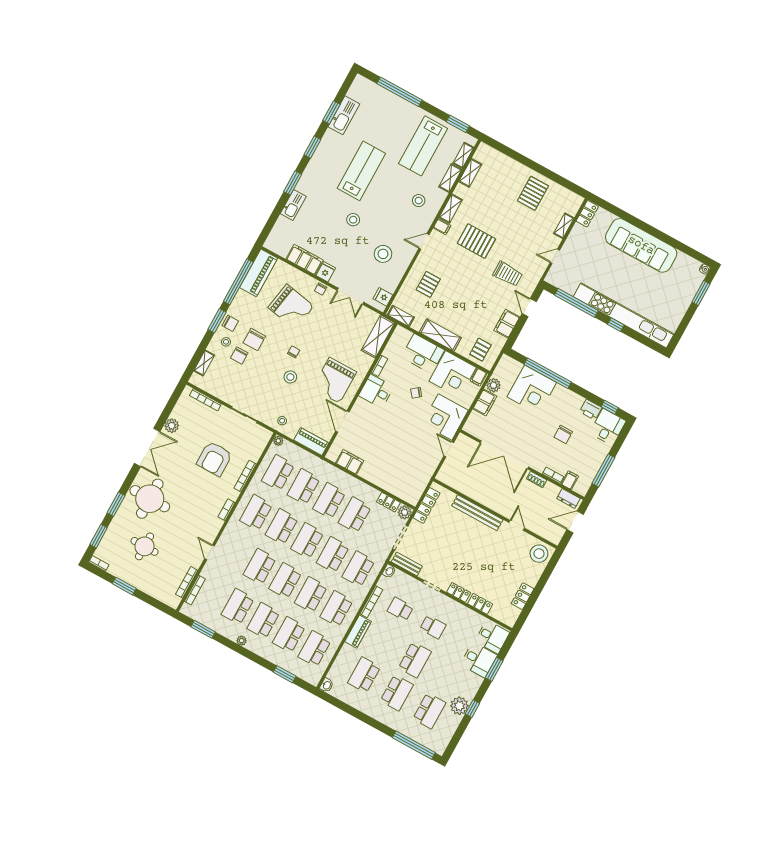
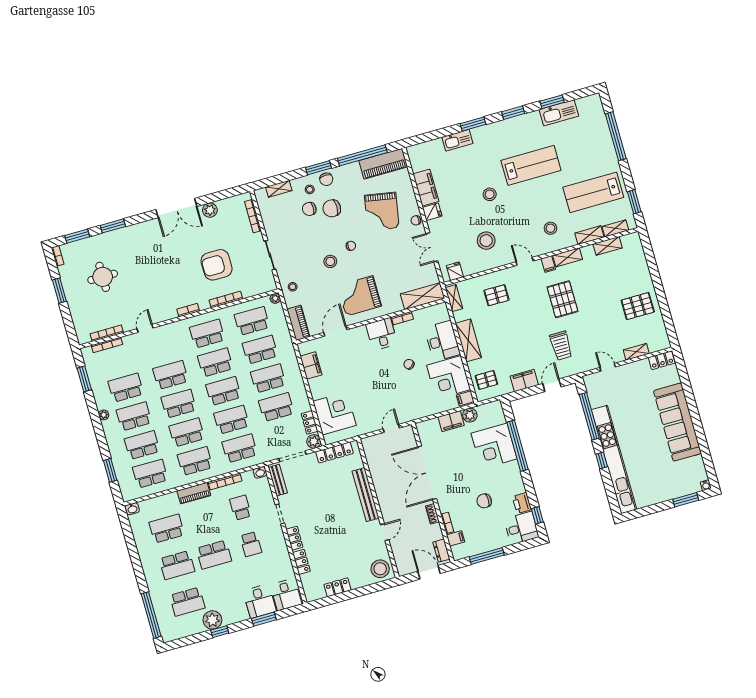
corner desk: (445, 417) -> (335, 413), moved, turned 90
round table: (150, 499) -> (141, 247), removed

